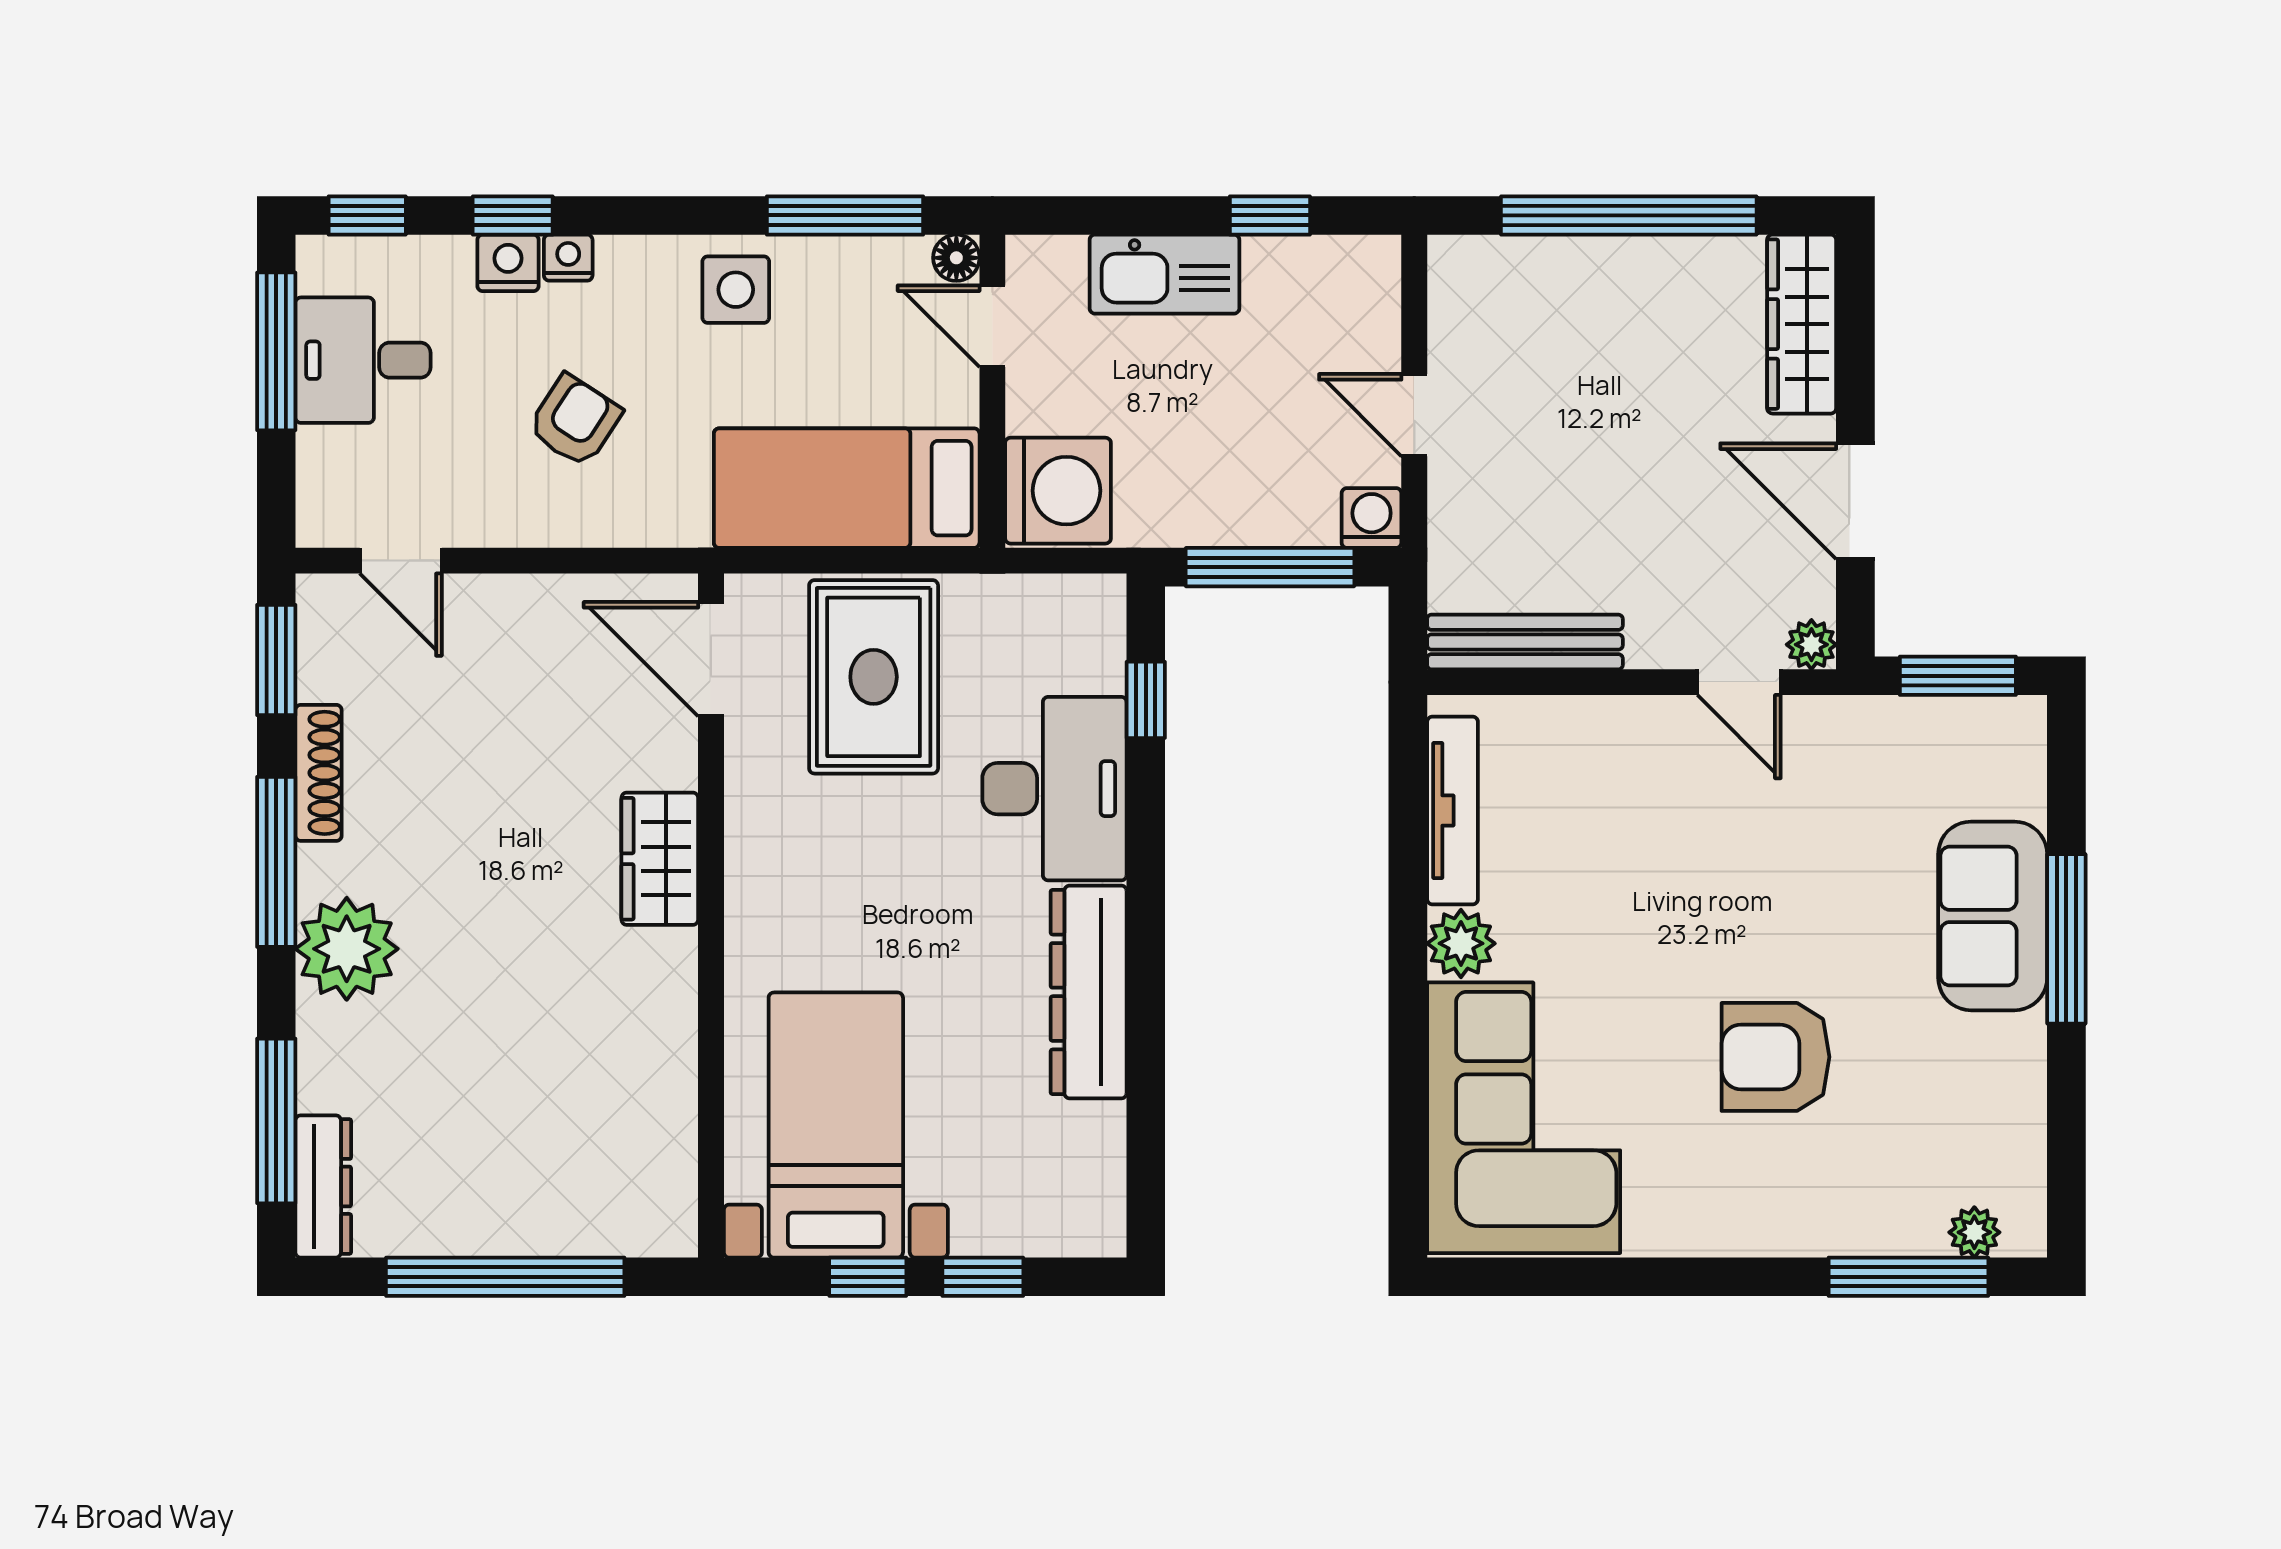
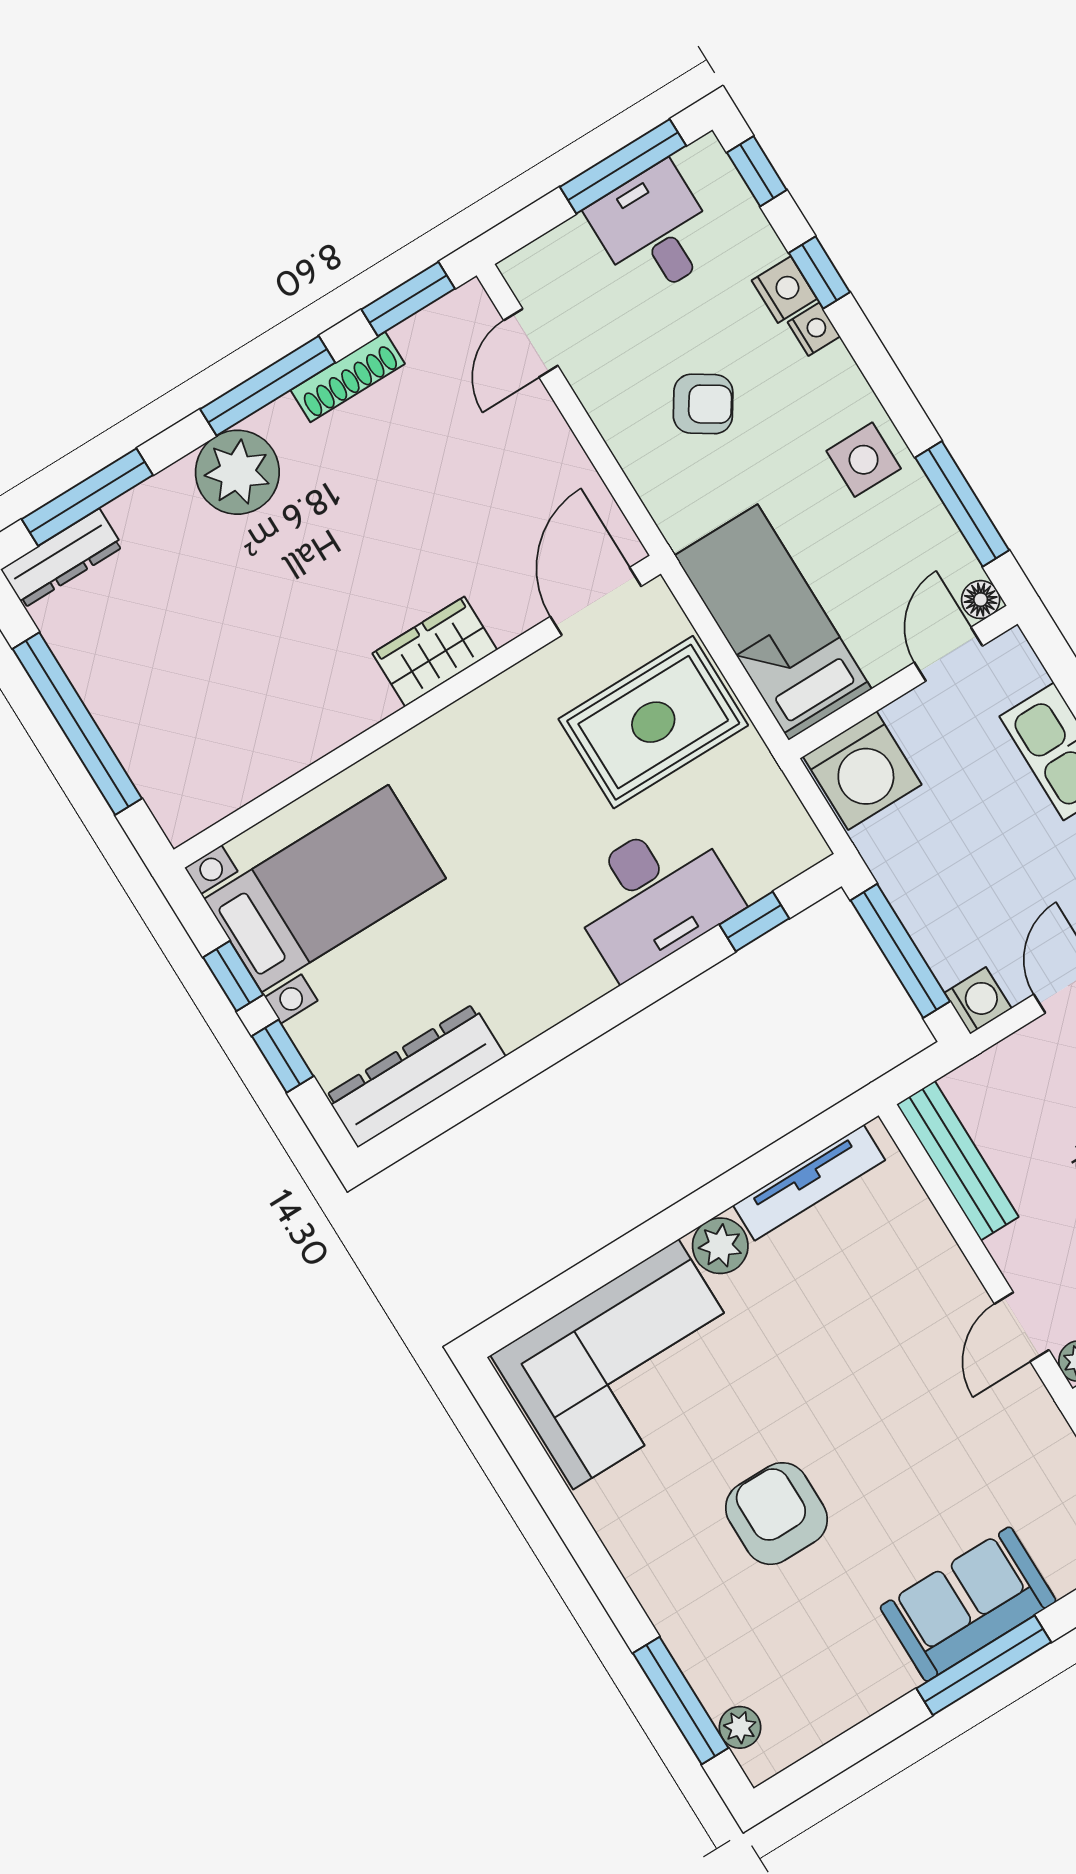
dresser: (1089, 992) -> (416, 1076), moved

